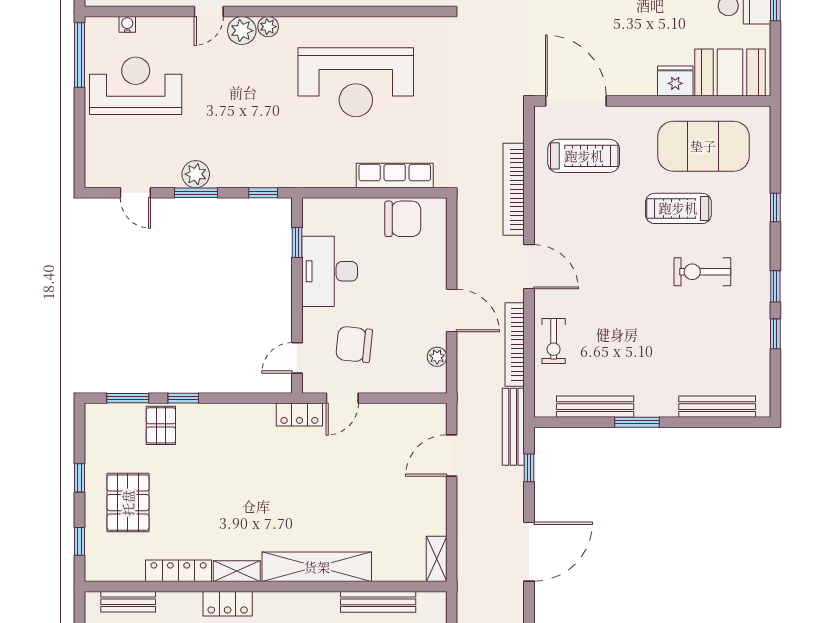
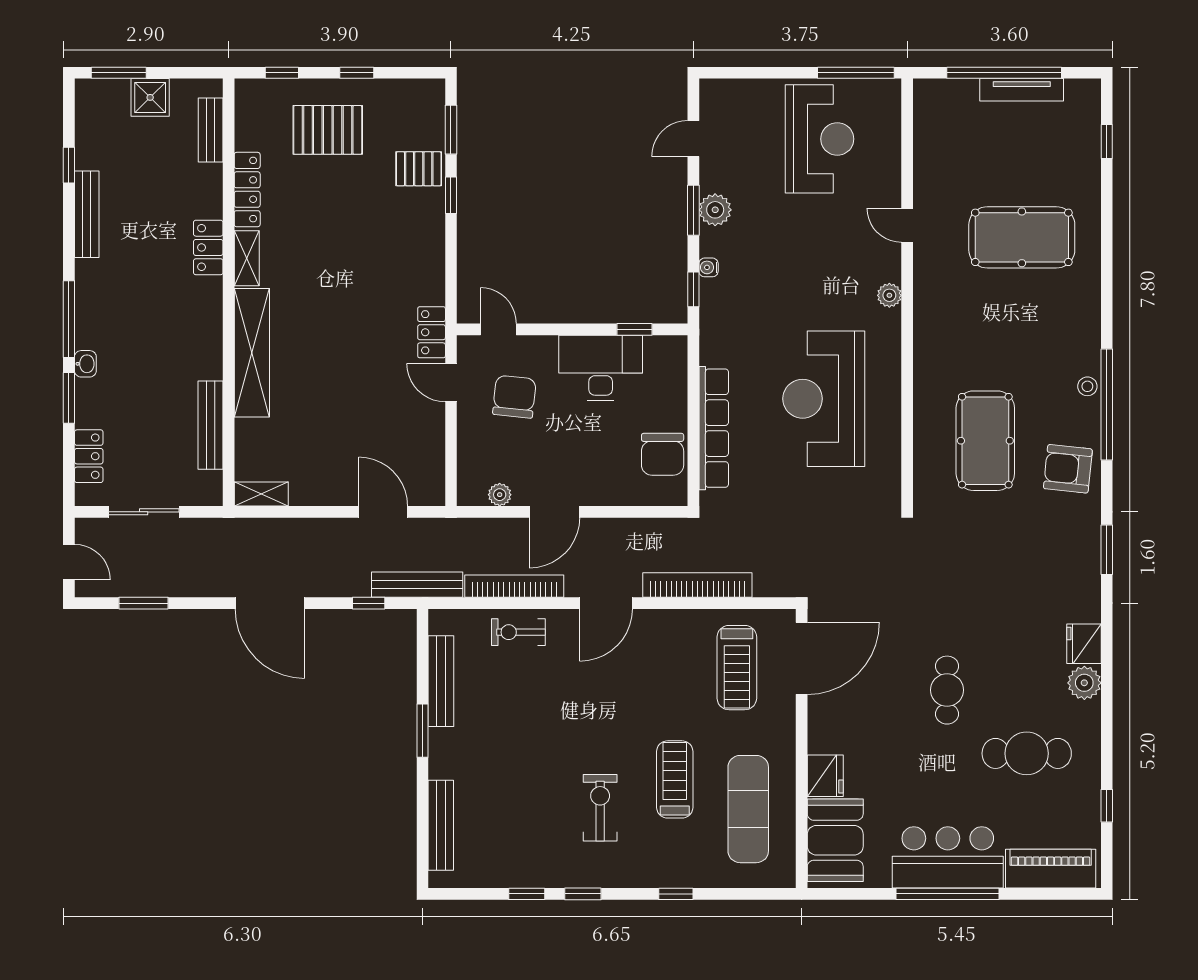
water cooler: (127, 24) -> (709, 267), moved, turned 180
plant: (242, 31) -> (885, 264), removed
exercise mat: (703, 146) -> (748, 809), width x0.68
row of seats: (395, 175) -> (714, 428), width x1.36

